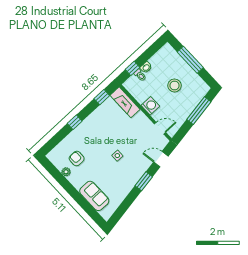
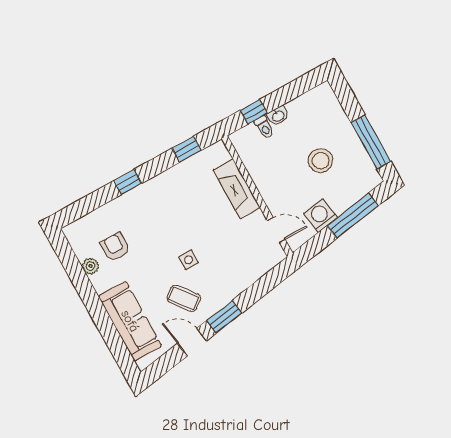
window: (190, 60) -> (371, 142), moved
fireplace: (125, 102) -> (237, 189), moved
washing machine: (150, 106) -> (321, 215), moved, turned -99
door: (161, 159) -> (192, 342), moved
coffee table: (120, 177) -> (184, 298), added
sofa: (94, 196) -> (130, 321), width x1.36

